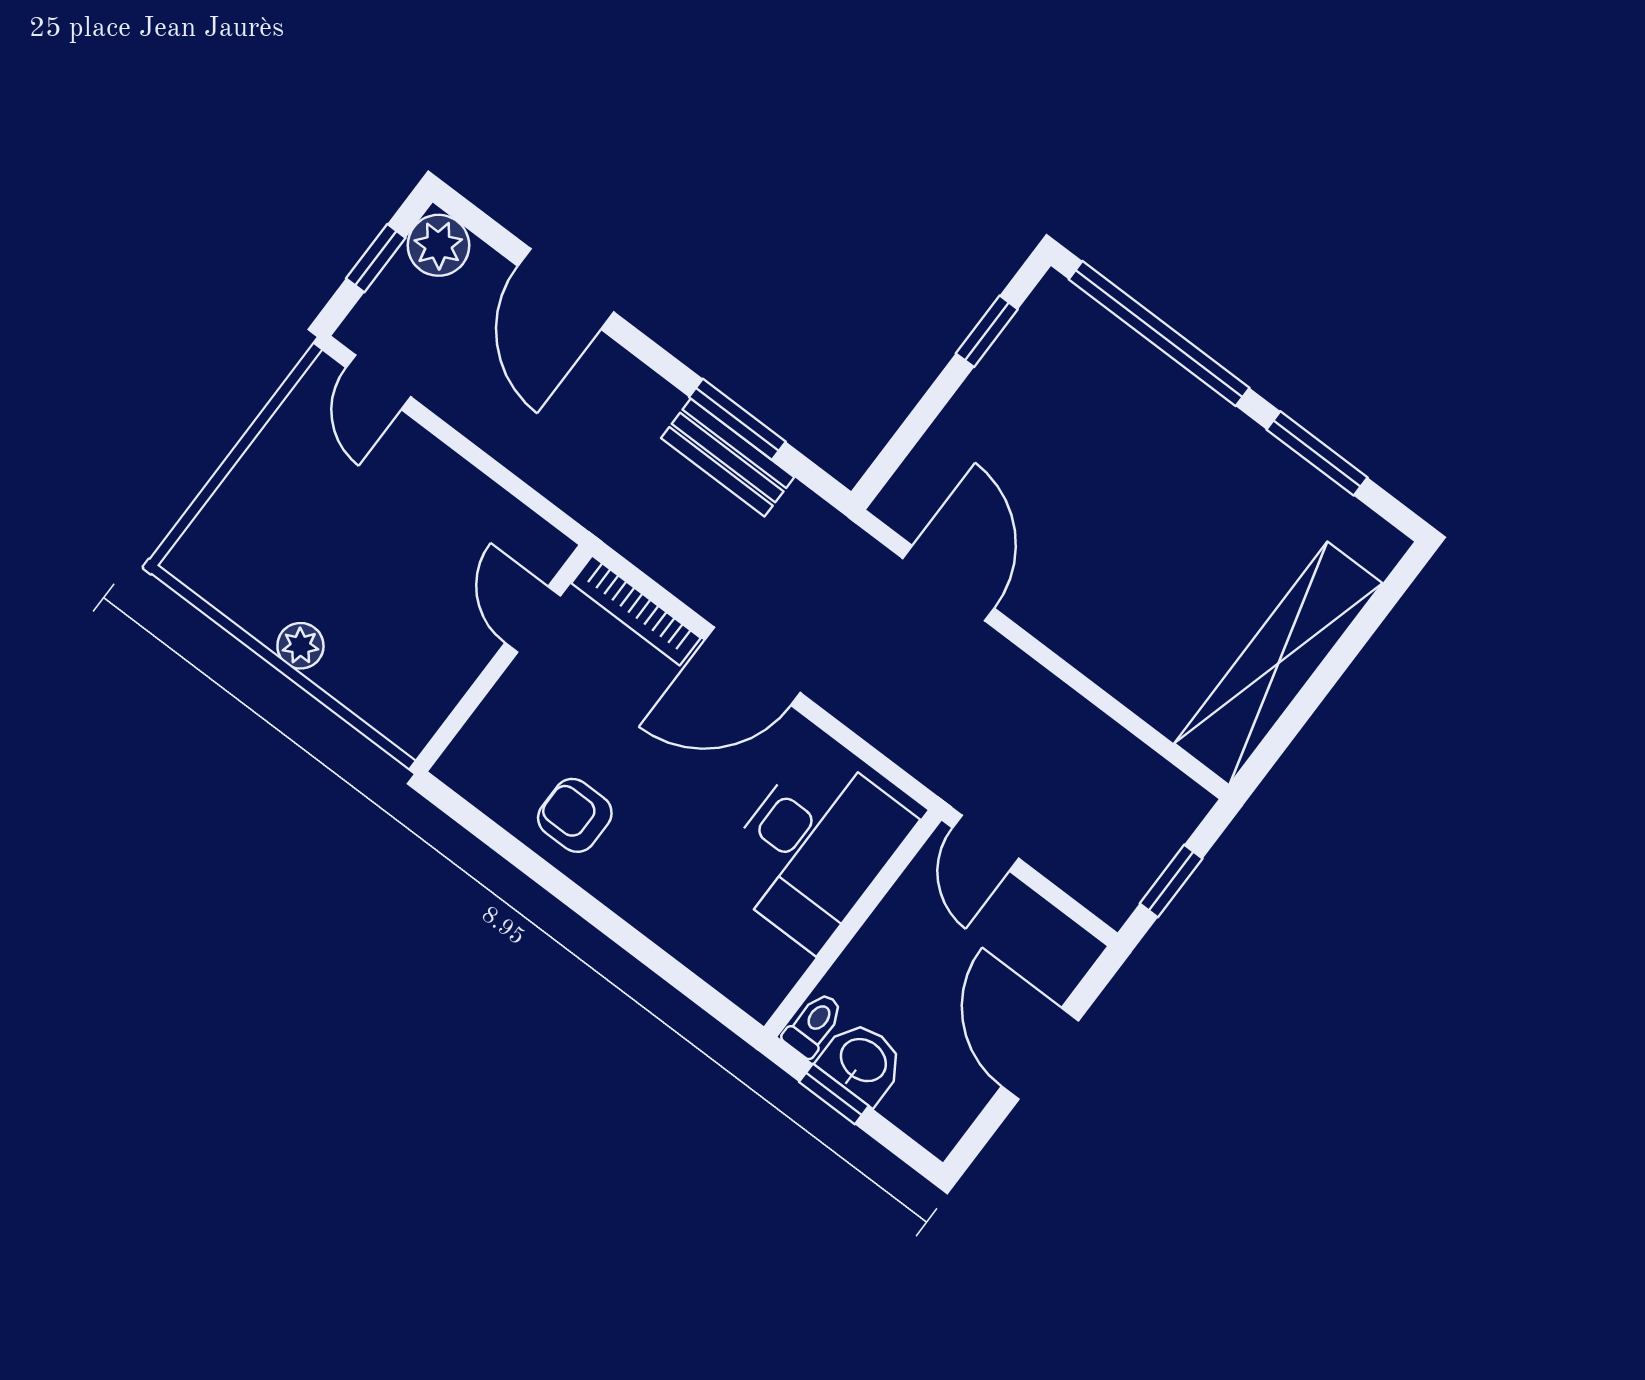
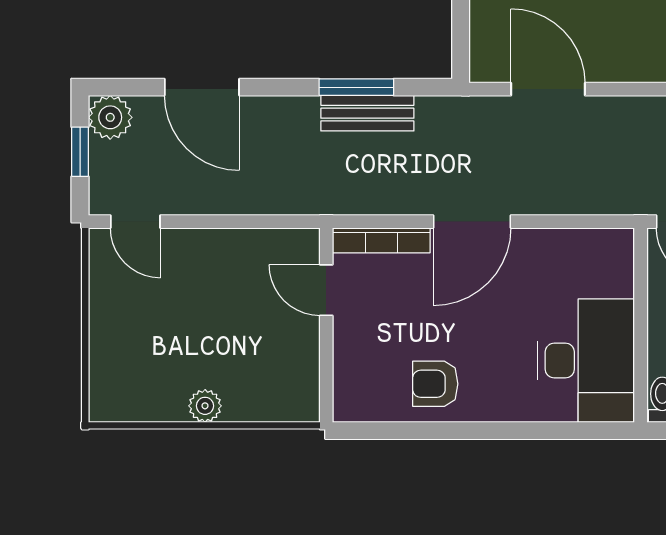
desk: (815, 847) -> (586, 361), moved

